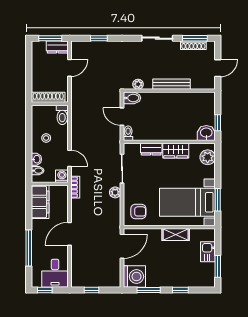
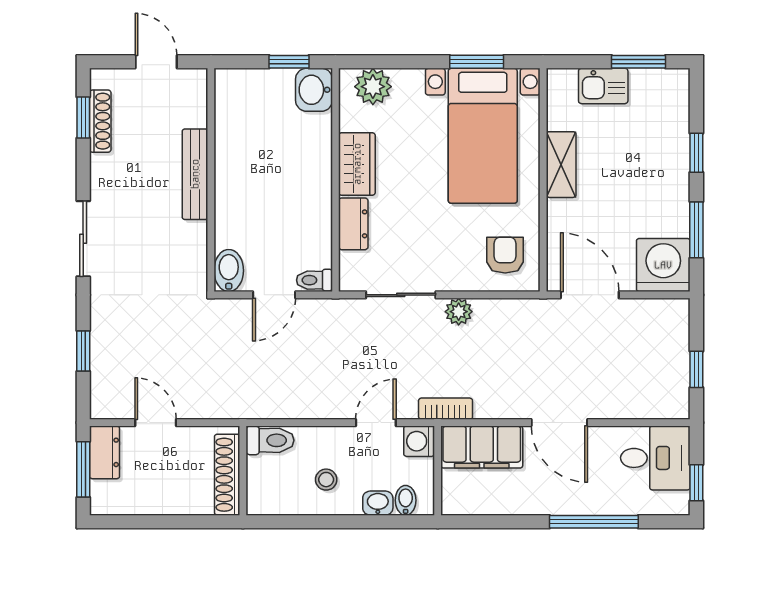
sliding door: (157, 38) -> (83, 239), moved
window: (195, 38) -> (83, 118), width x0.67
plant: (138, 84) -> (195, 256), removed
filing cabinet: (40, 202) -> (482, 447), moved, turned 180

